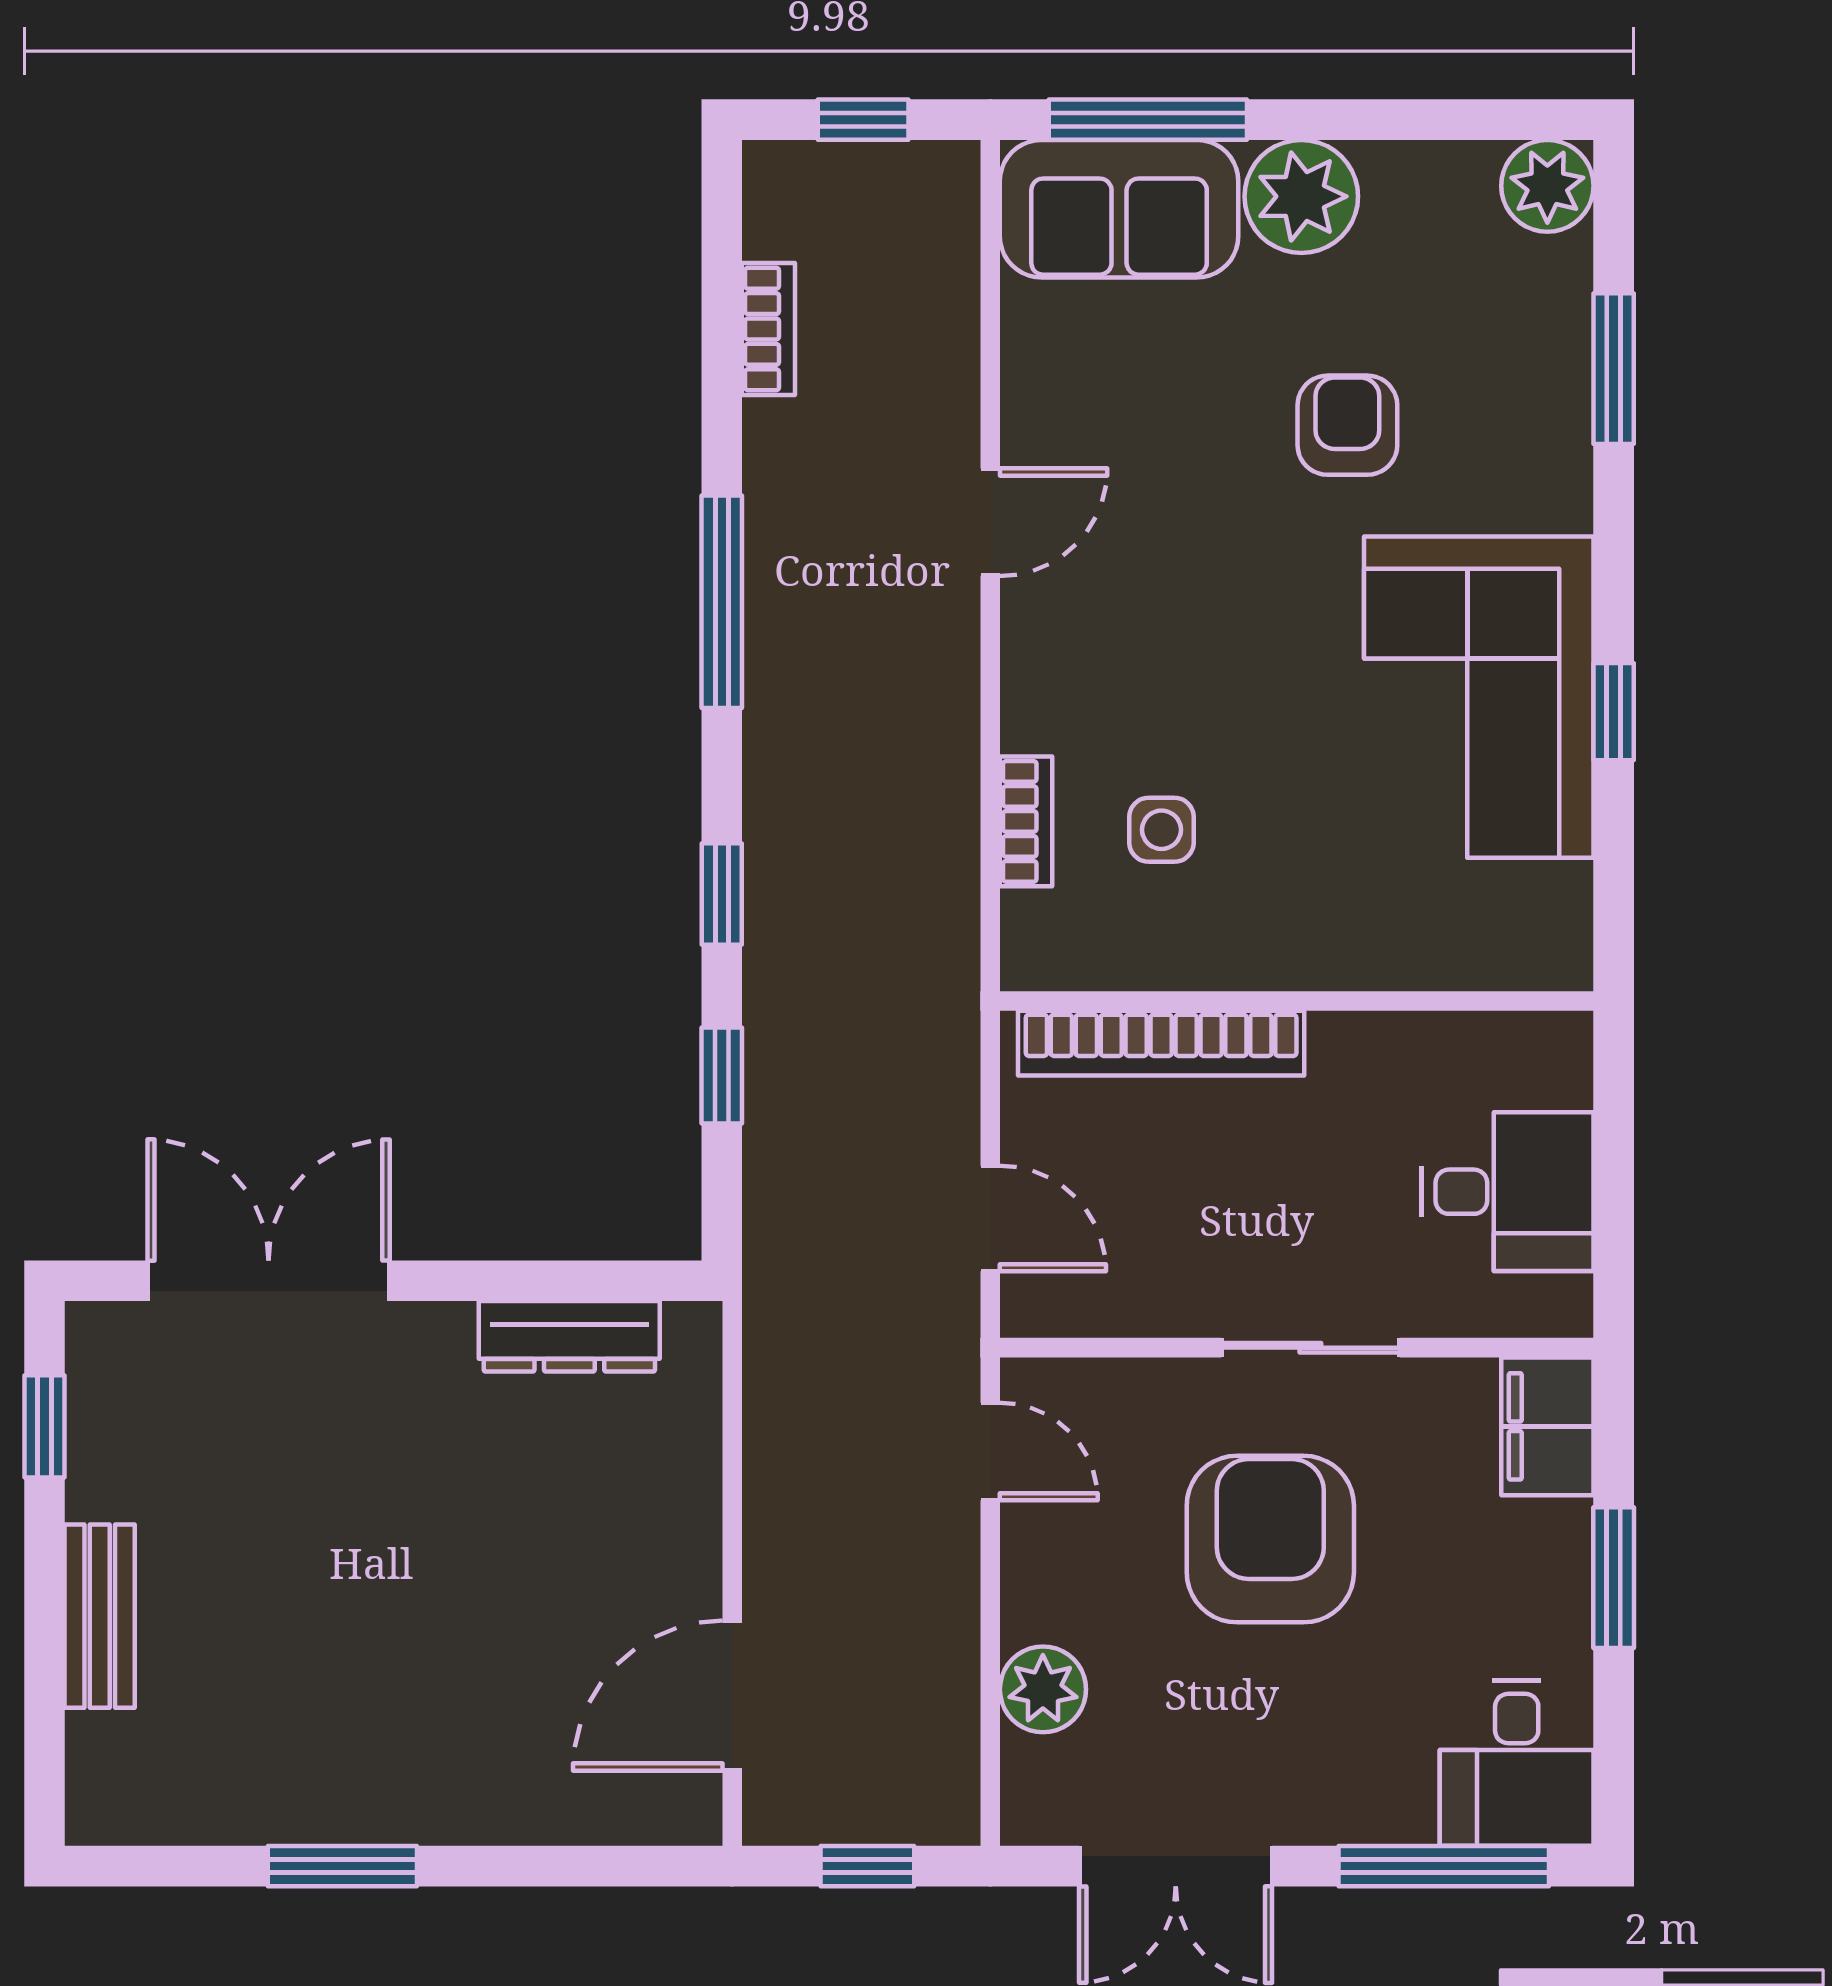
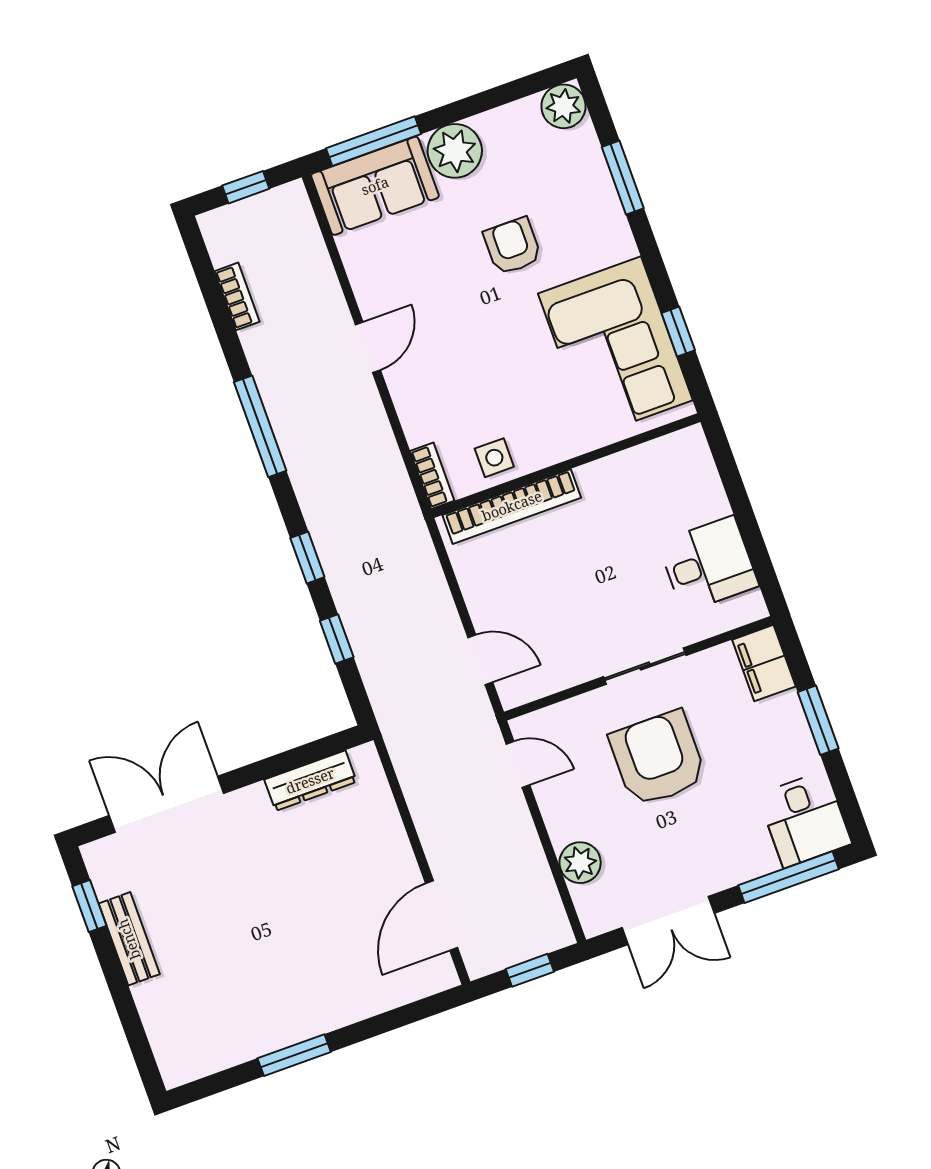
wall: (1297, 1001) -> (566, 466), moved
bookcase: (1161, 1043) -> (512, 506), moved
bench: (100, 1616) -> (129, 939), moved

